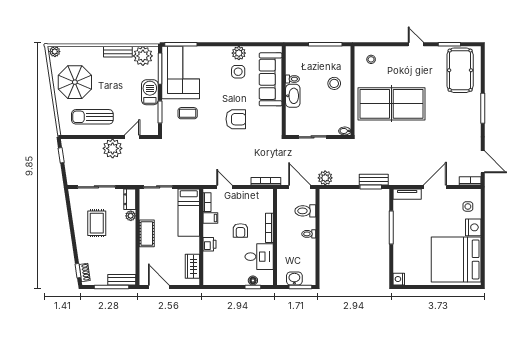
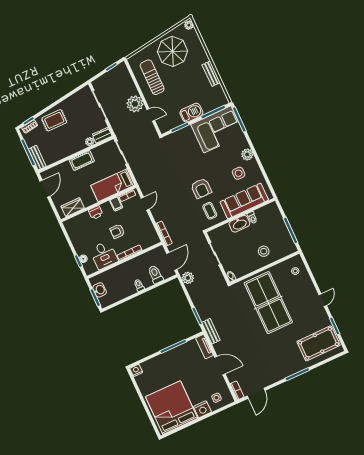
plant: (239, 53) -> (247, 154), moved
plant: (143, 56) -> (217, 94), removed
coffee table: (188, 113) -> (210, 211), moved
bench: (374, 180) -> (211, 331), moved
rug: (97, 223) -> (54, 120), moved

